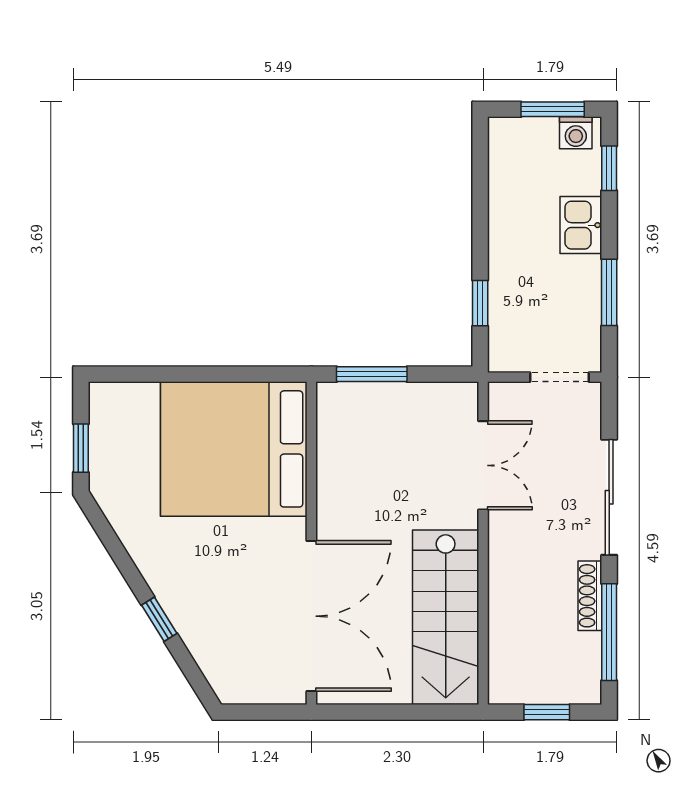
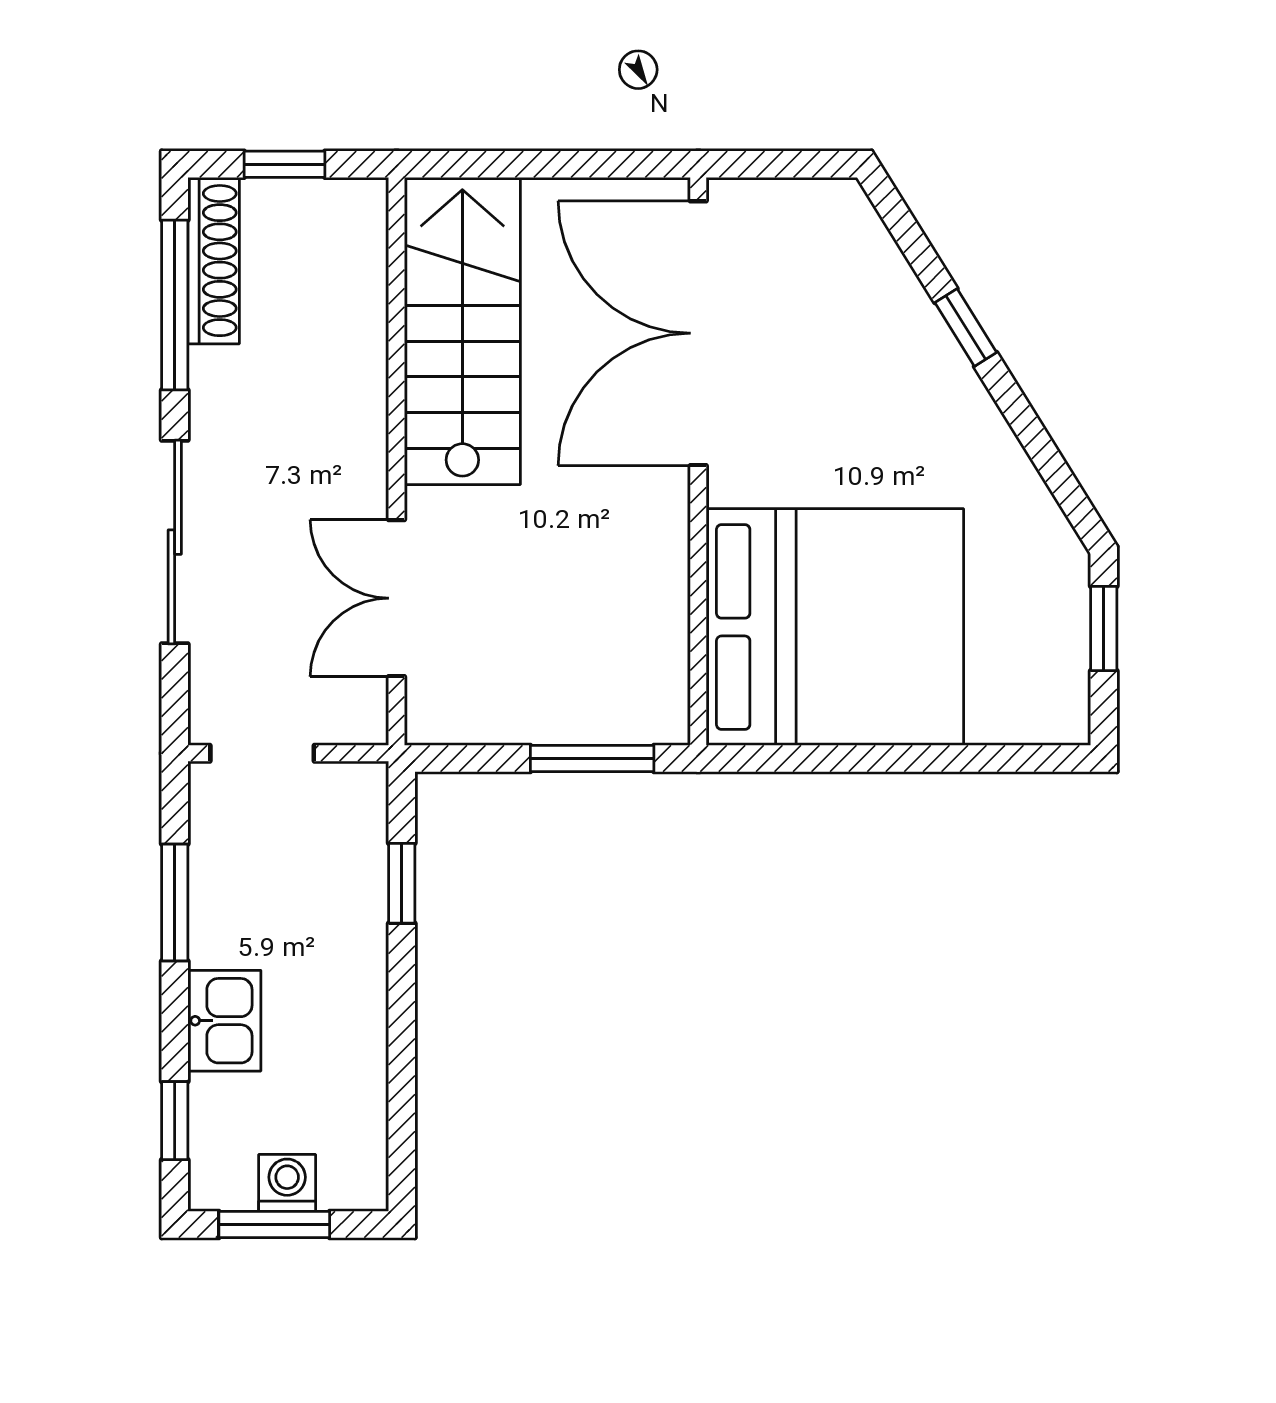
washing machine: (576, 133) -> (287, 1183), moved
shoe rack: (590, 596) -> (214, 261), moved, width x1.36, depth x1.24

